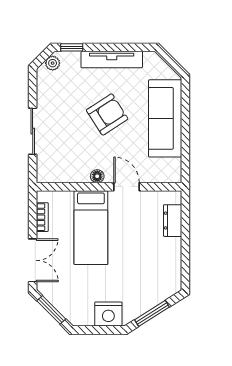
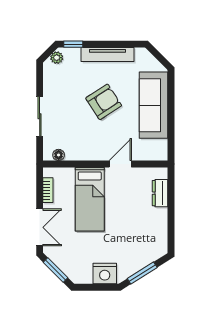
floor lamp: (97, 176) -> (59, 155), moved
door: (127, 187) -> (120, 164), hinge flipped

